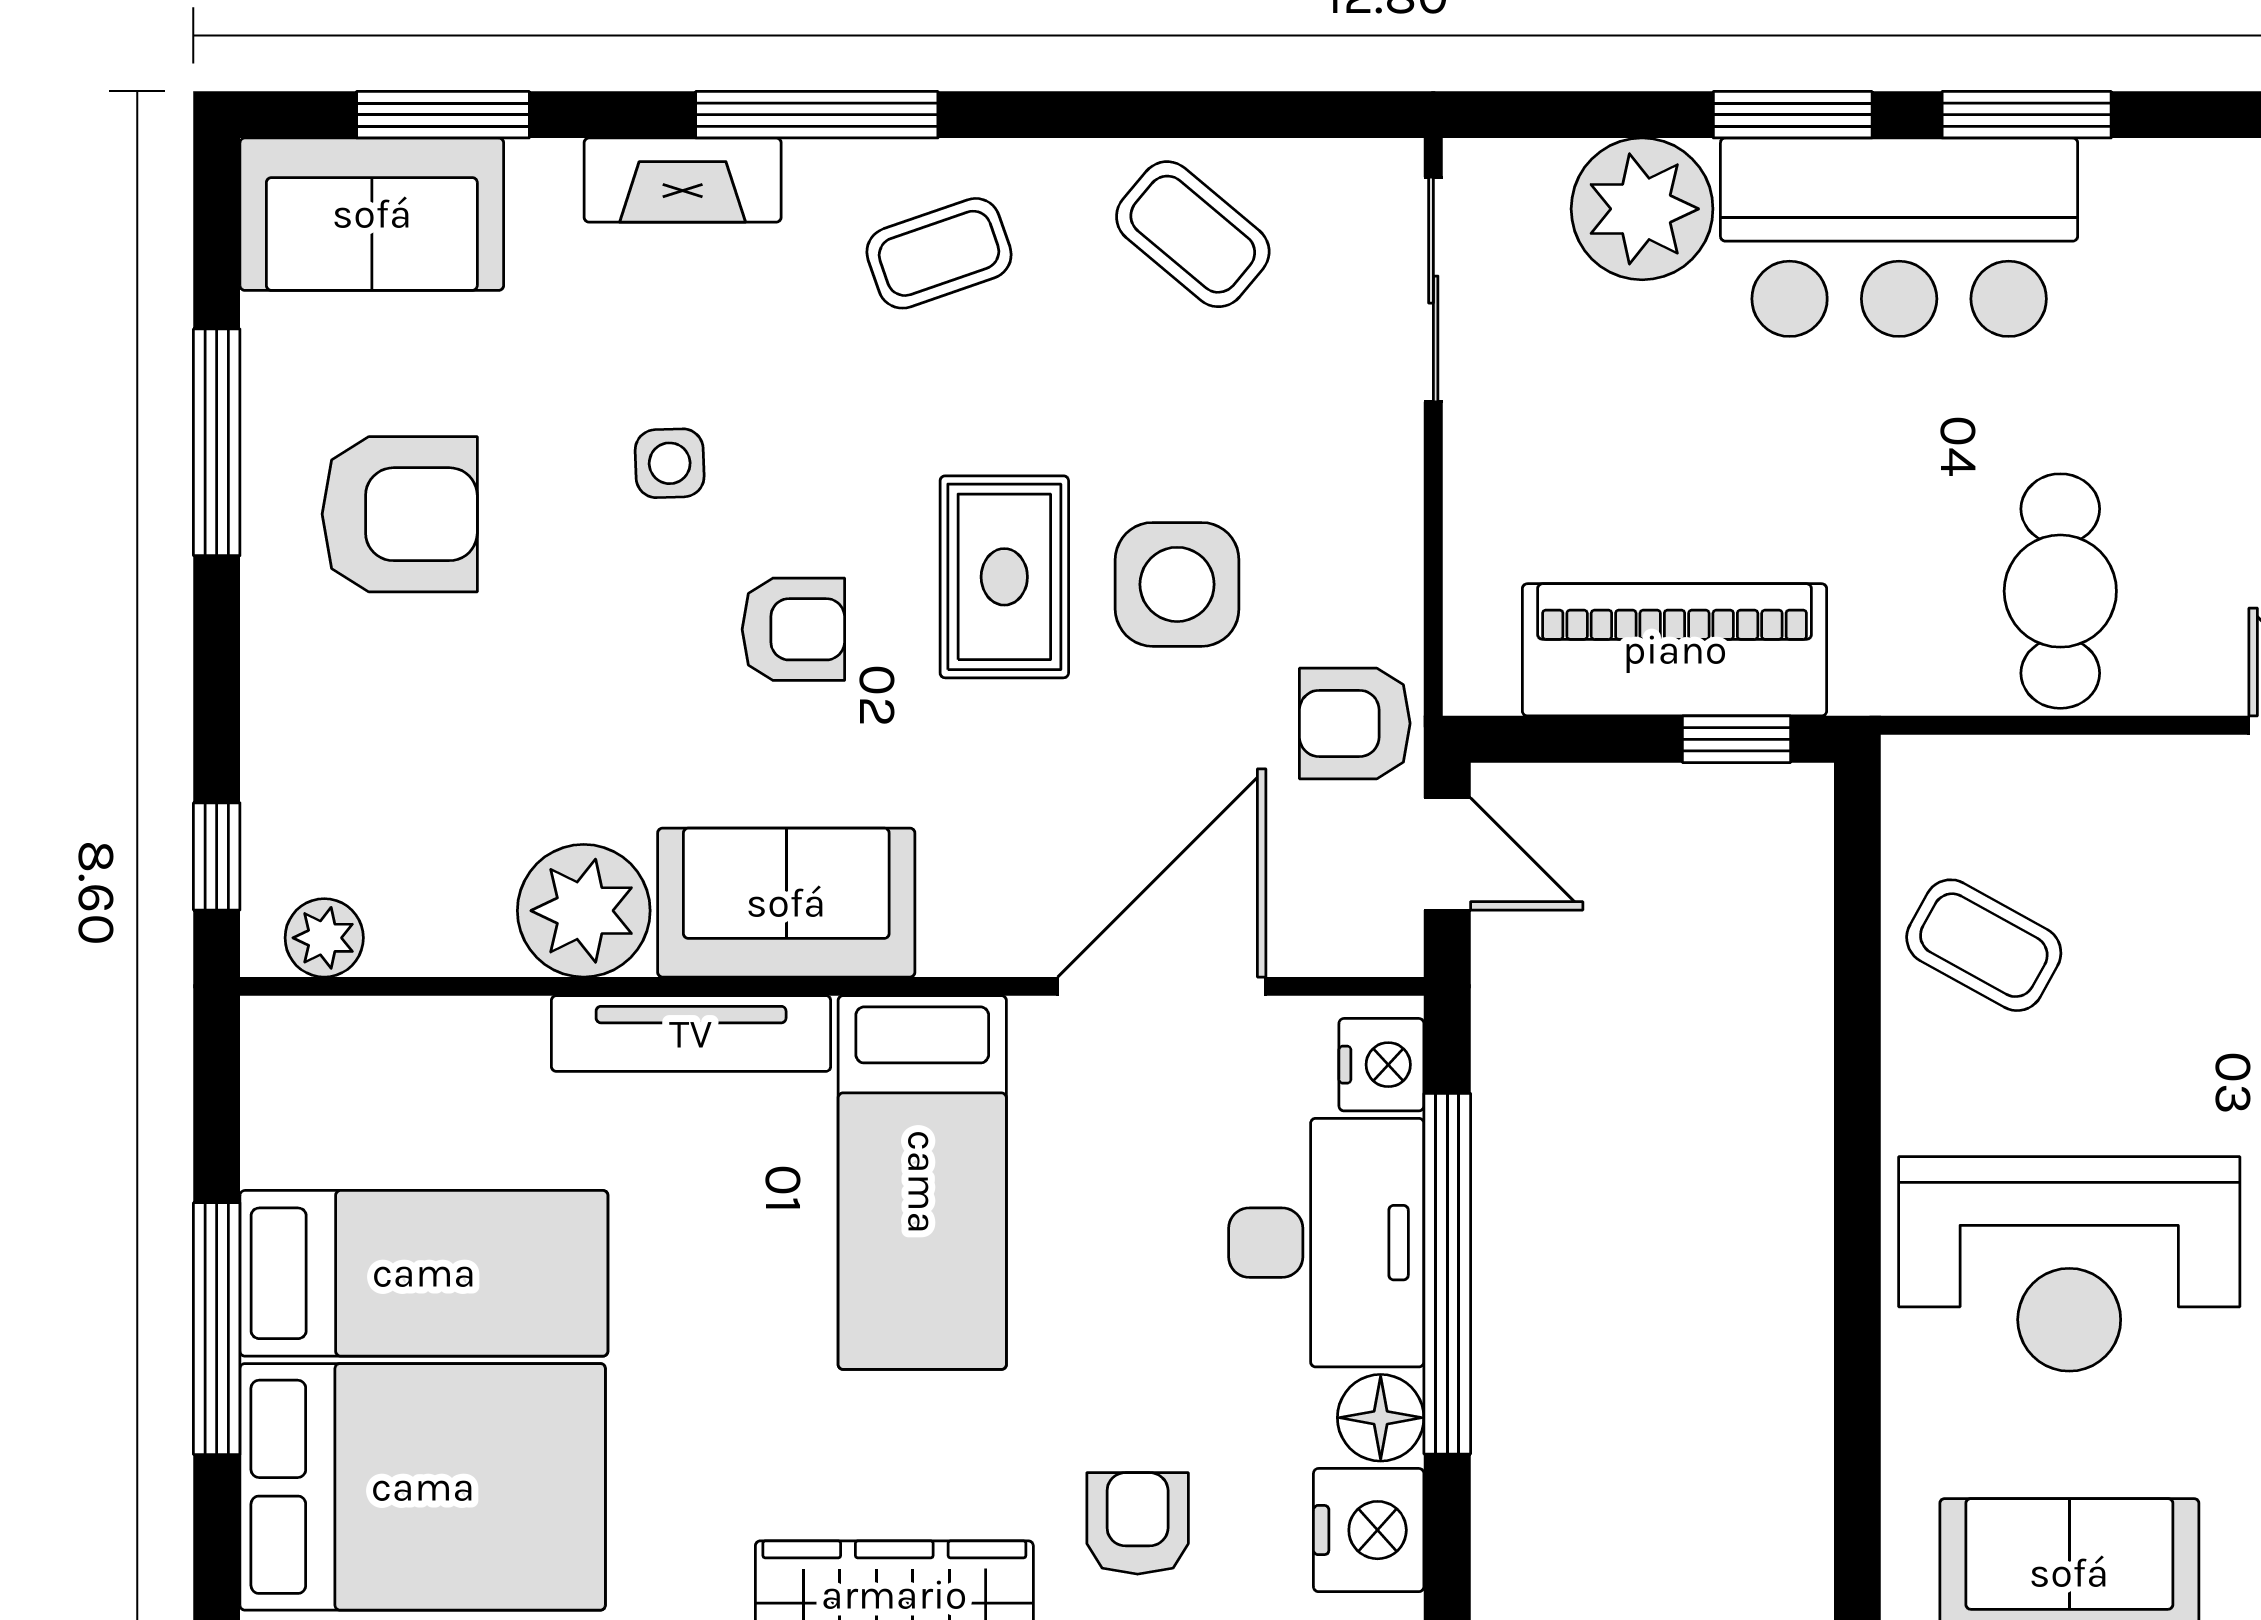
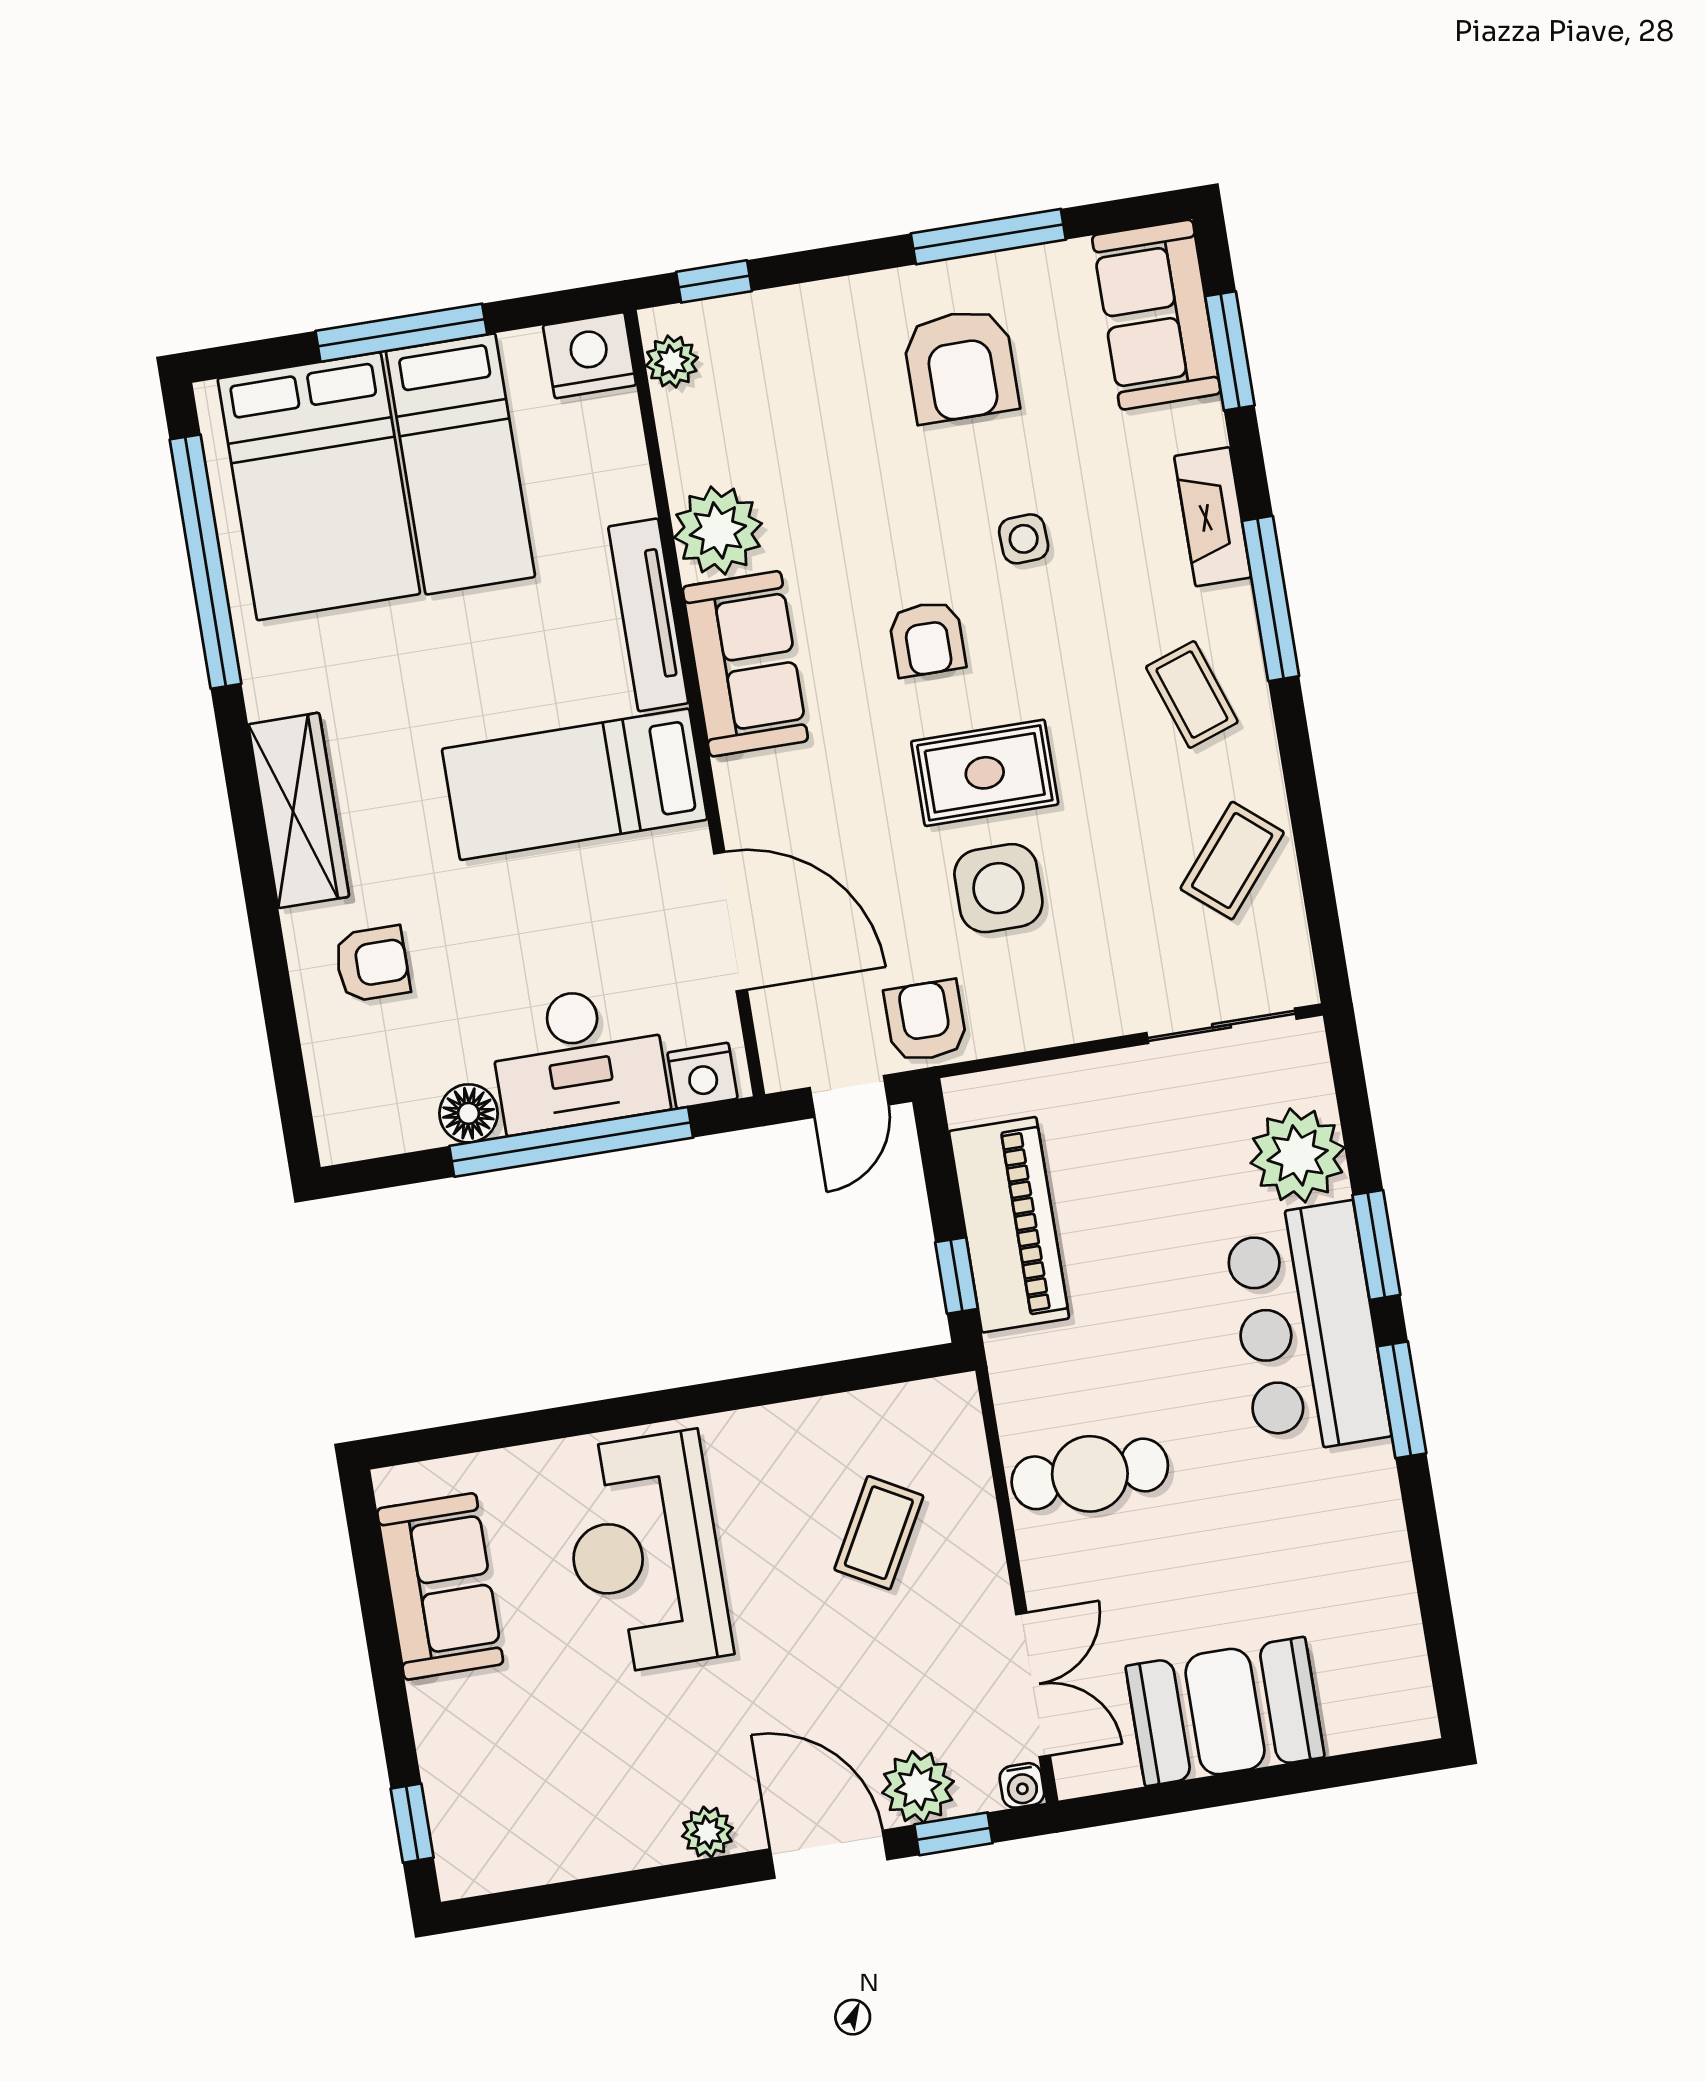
coffee table: (1984, 945) -> (879, 1533), moved
nightstand: (1369, 1530) -> (590, 355), moved, turned 180

